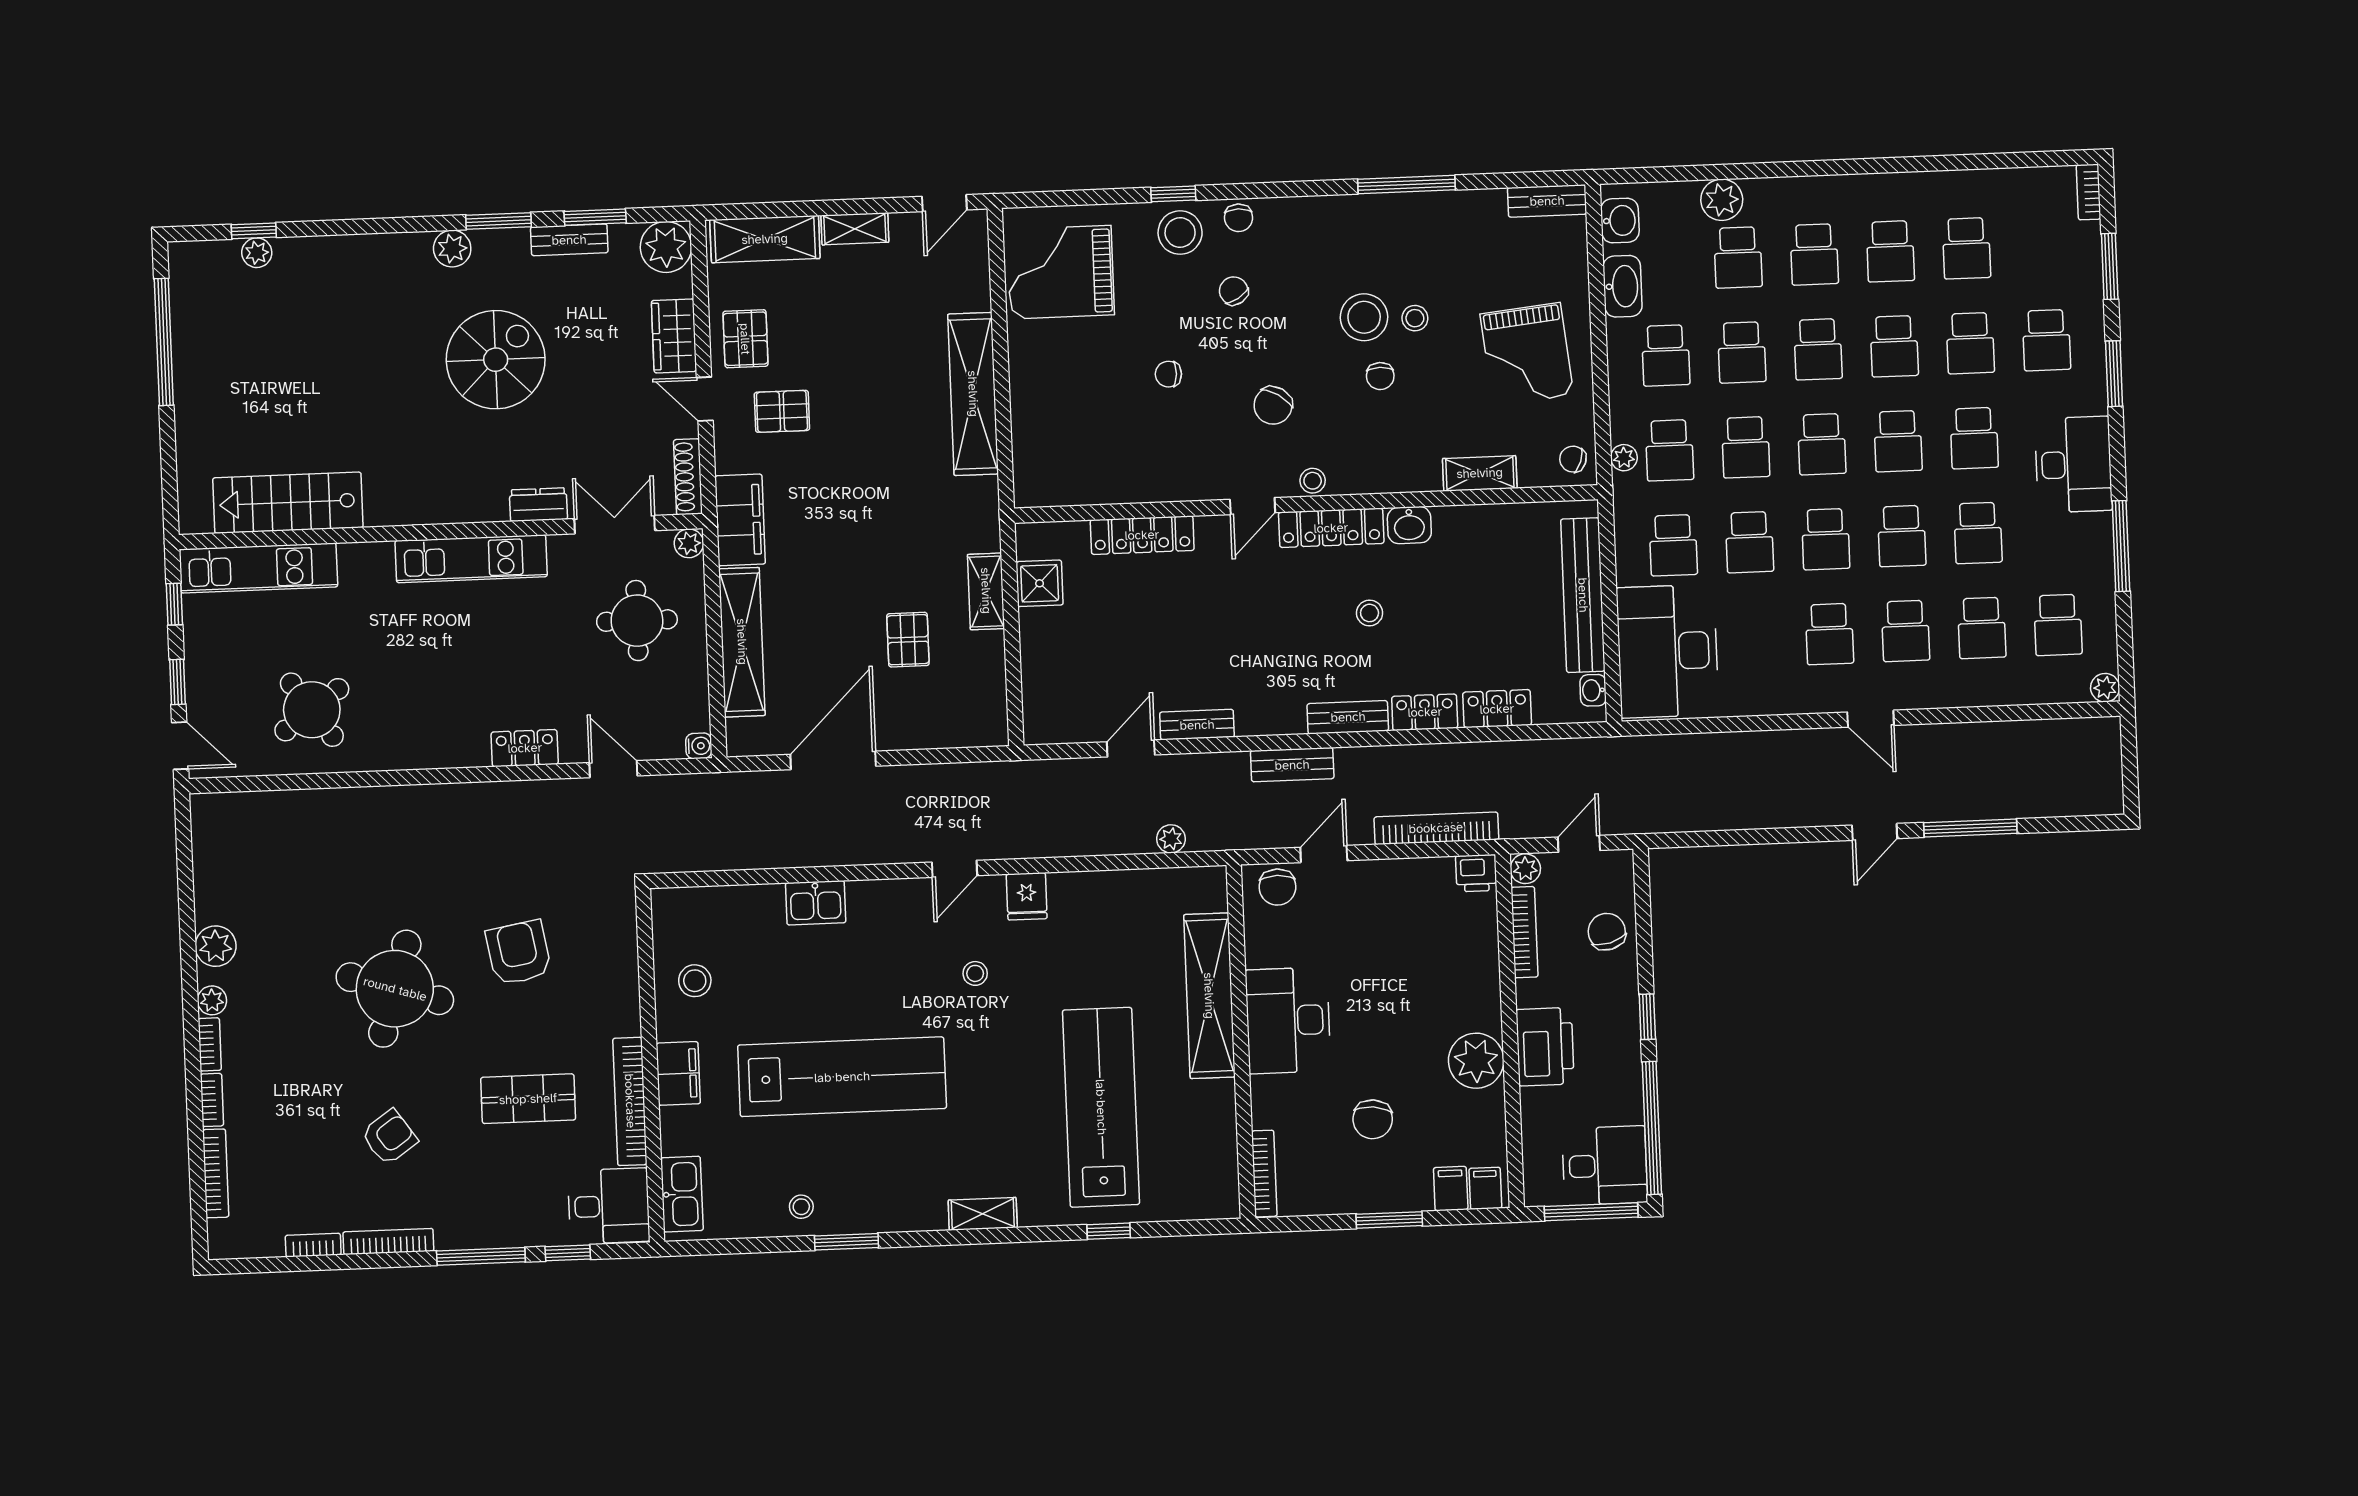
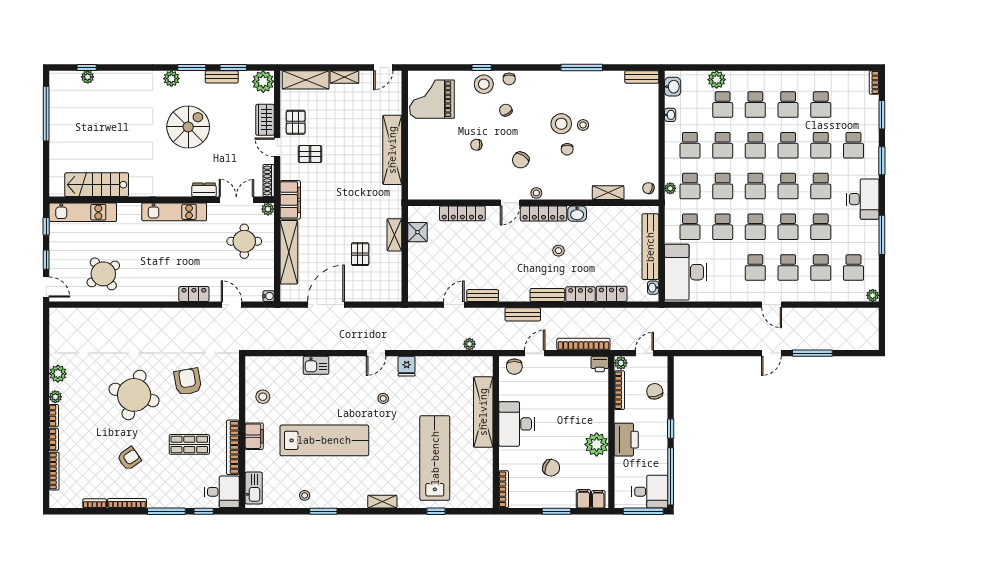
washbasin: (1623, 286) -> (670, 115), width x0.52, depth x0.69
grand piano: (1527, 354) -> (630, 142), removed
chair: (1373, 1119) -> (551, 468), turned -73

